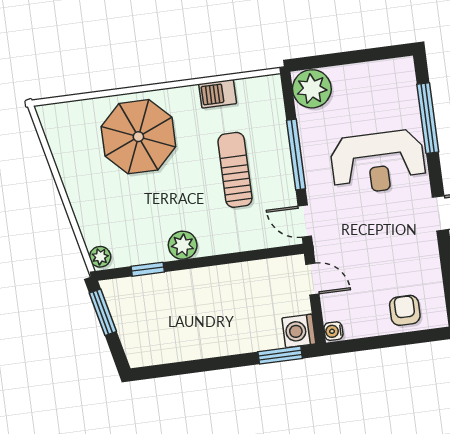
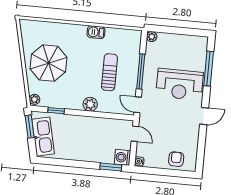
plant: (312, 89) -> (152, 37), width x0.53, depth x0.53
barbecue: (218, 94) -> (96, 32), moved
parasol: (138, 137) -> (49, 63), moved
plant: (183, 245) -> (90, 104), moved
kitchen sink: (134, 326) -> (43, 137), added

